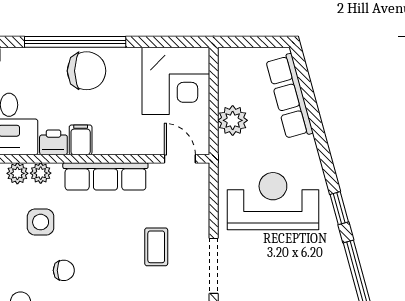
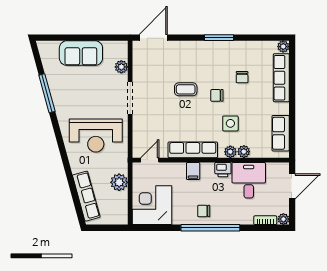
chair: (87, 71) -> (204, 211), width x0.54, depth x0.54
filing cabinet: (81, 140) -> (193, 171), moved
door: (180, 159) -> (150, 160), swing flipped
window: (339, 208) -> (57, 131), removed
coffee table: (156, 247) -> (186, 89), moved, turned 90

